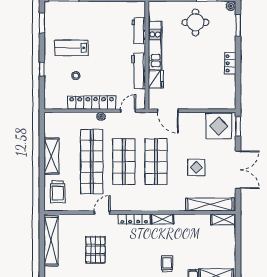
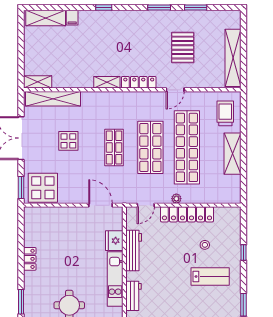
shop shelf: (156, 162) -> (114, 147), width x0.70, depth x0.74
trolley: (167, 264) -> (101, 31), removed

